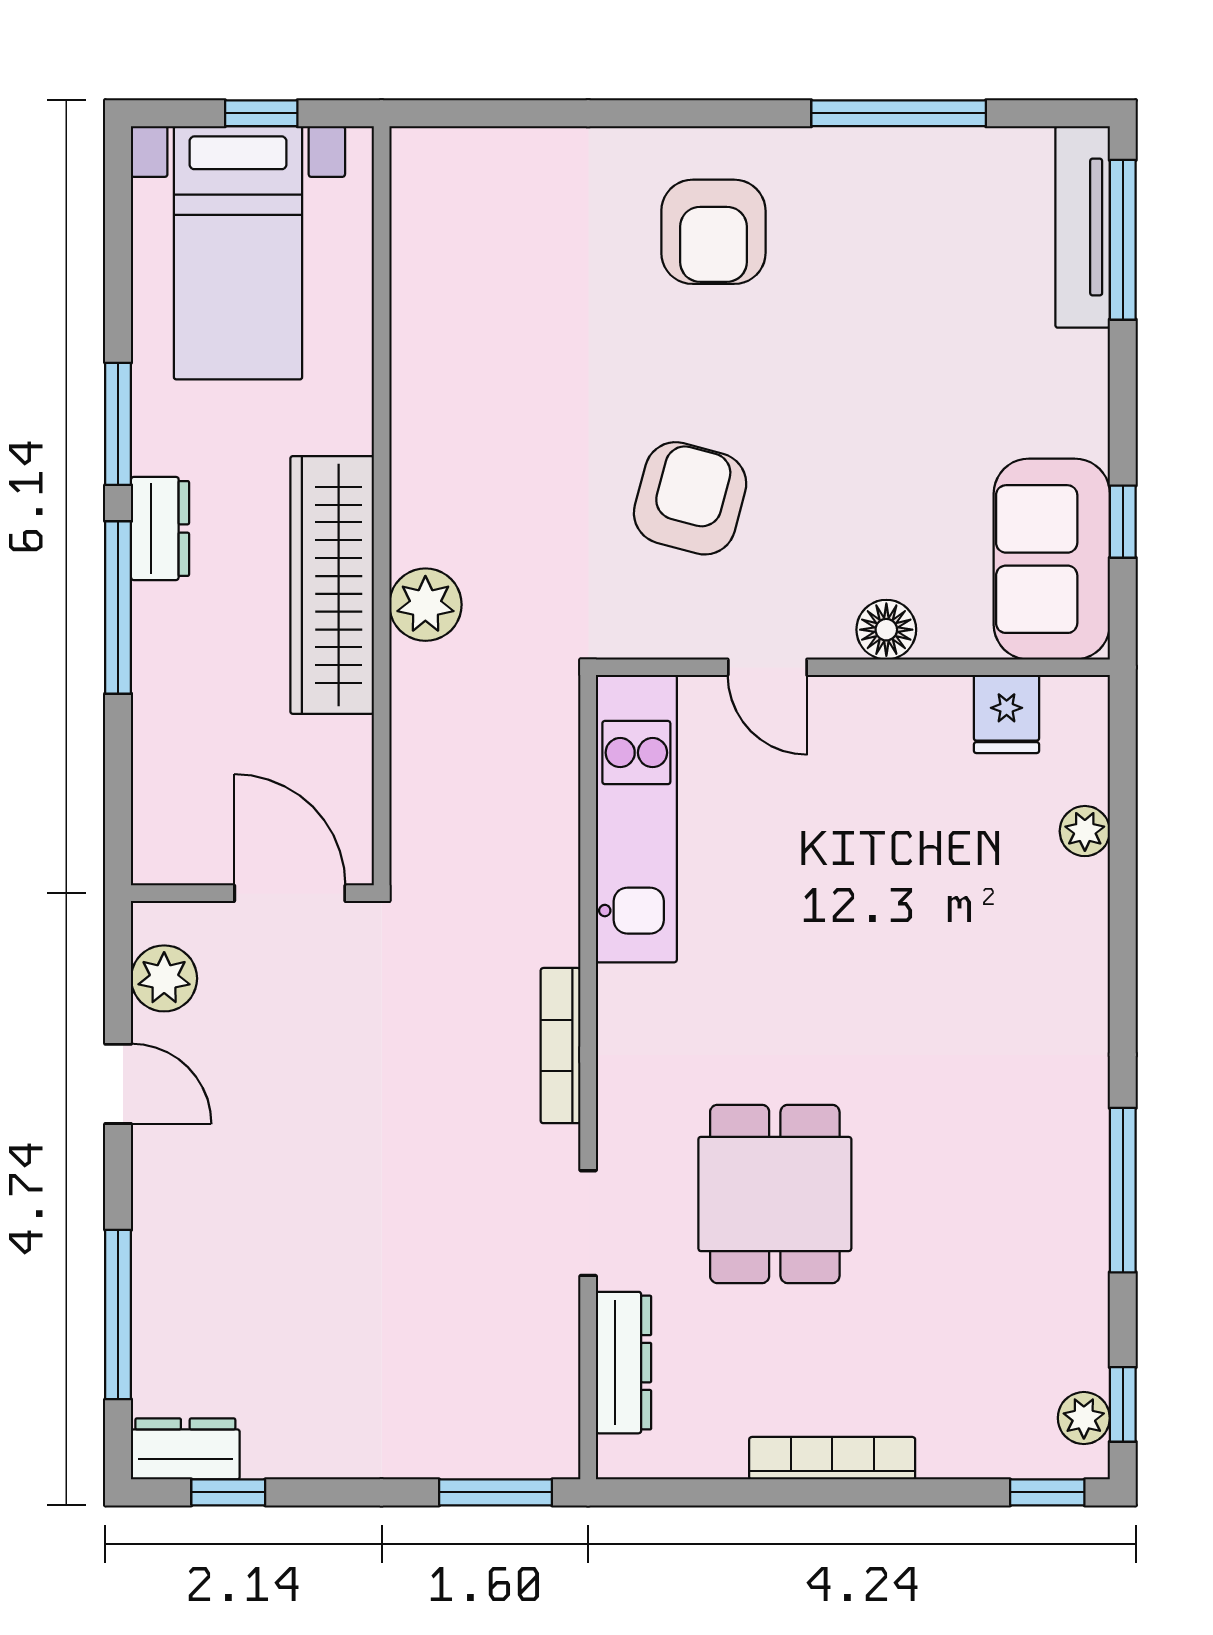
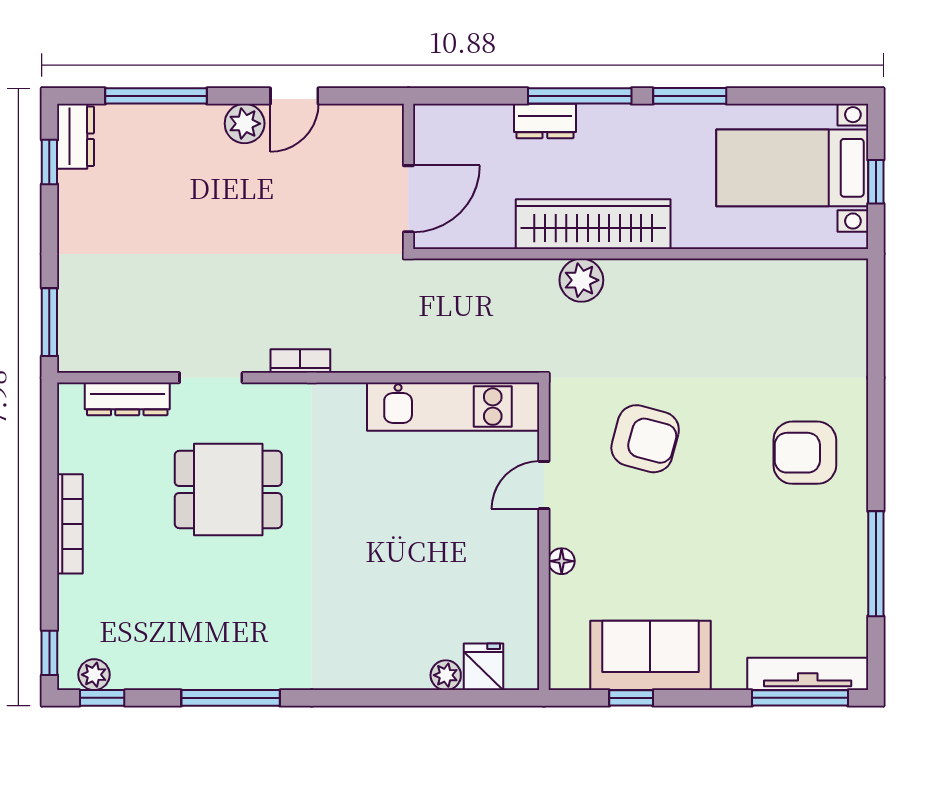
dresser: (160, 528) -> (545, 121), moved
sofa: (1052, 559) -> (650, 655), moved
floor lamp: (886, 630) -> (562, 561), width x0.73, depth x0.73
fridge: (1007, 714) -> (483, 667), moved, turned 90
plant: (164, 978) -> (245, 124), moved
bookcase: (561, 1046) -> (300, 361), width x0.64

